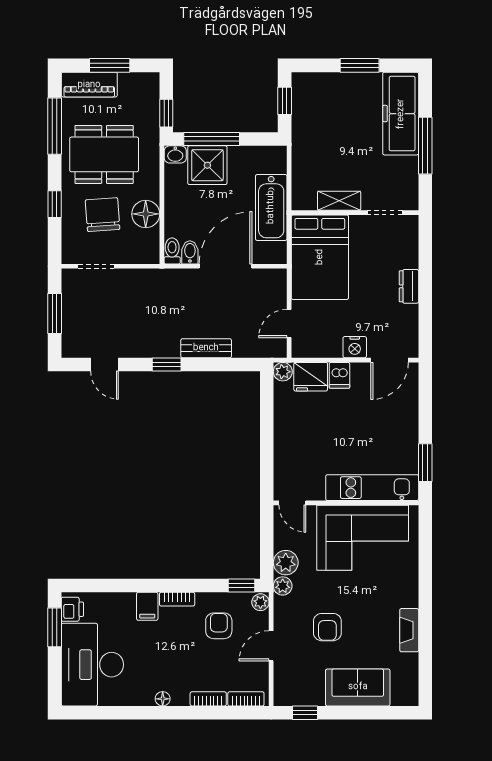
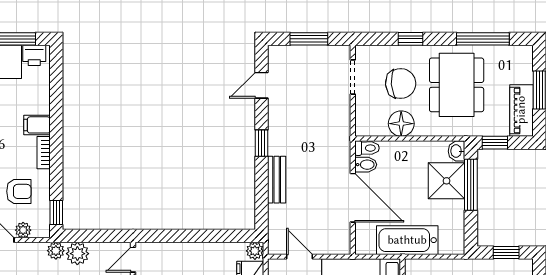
piano: (89, 85) -> (521, 110), moved
plant: (260, 602) -> (23, 230), moved

